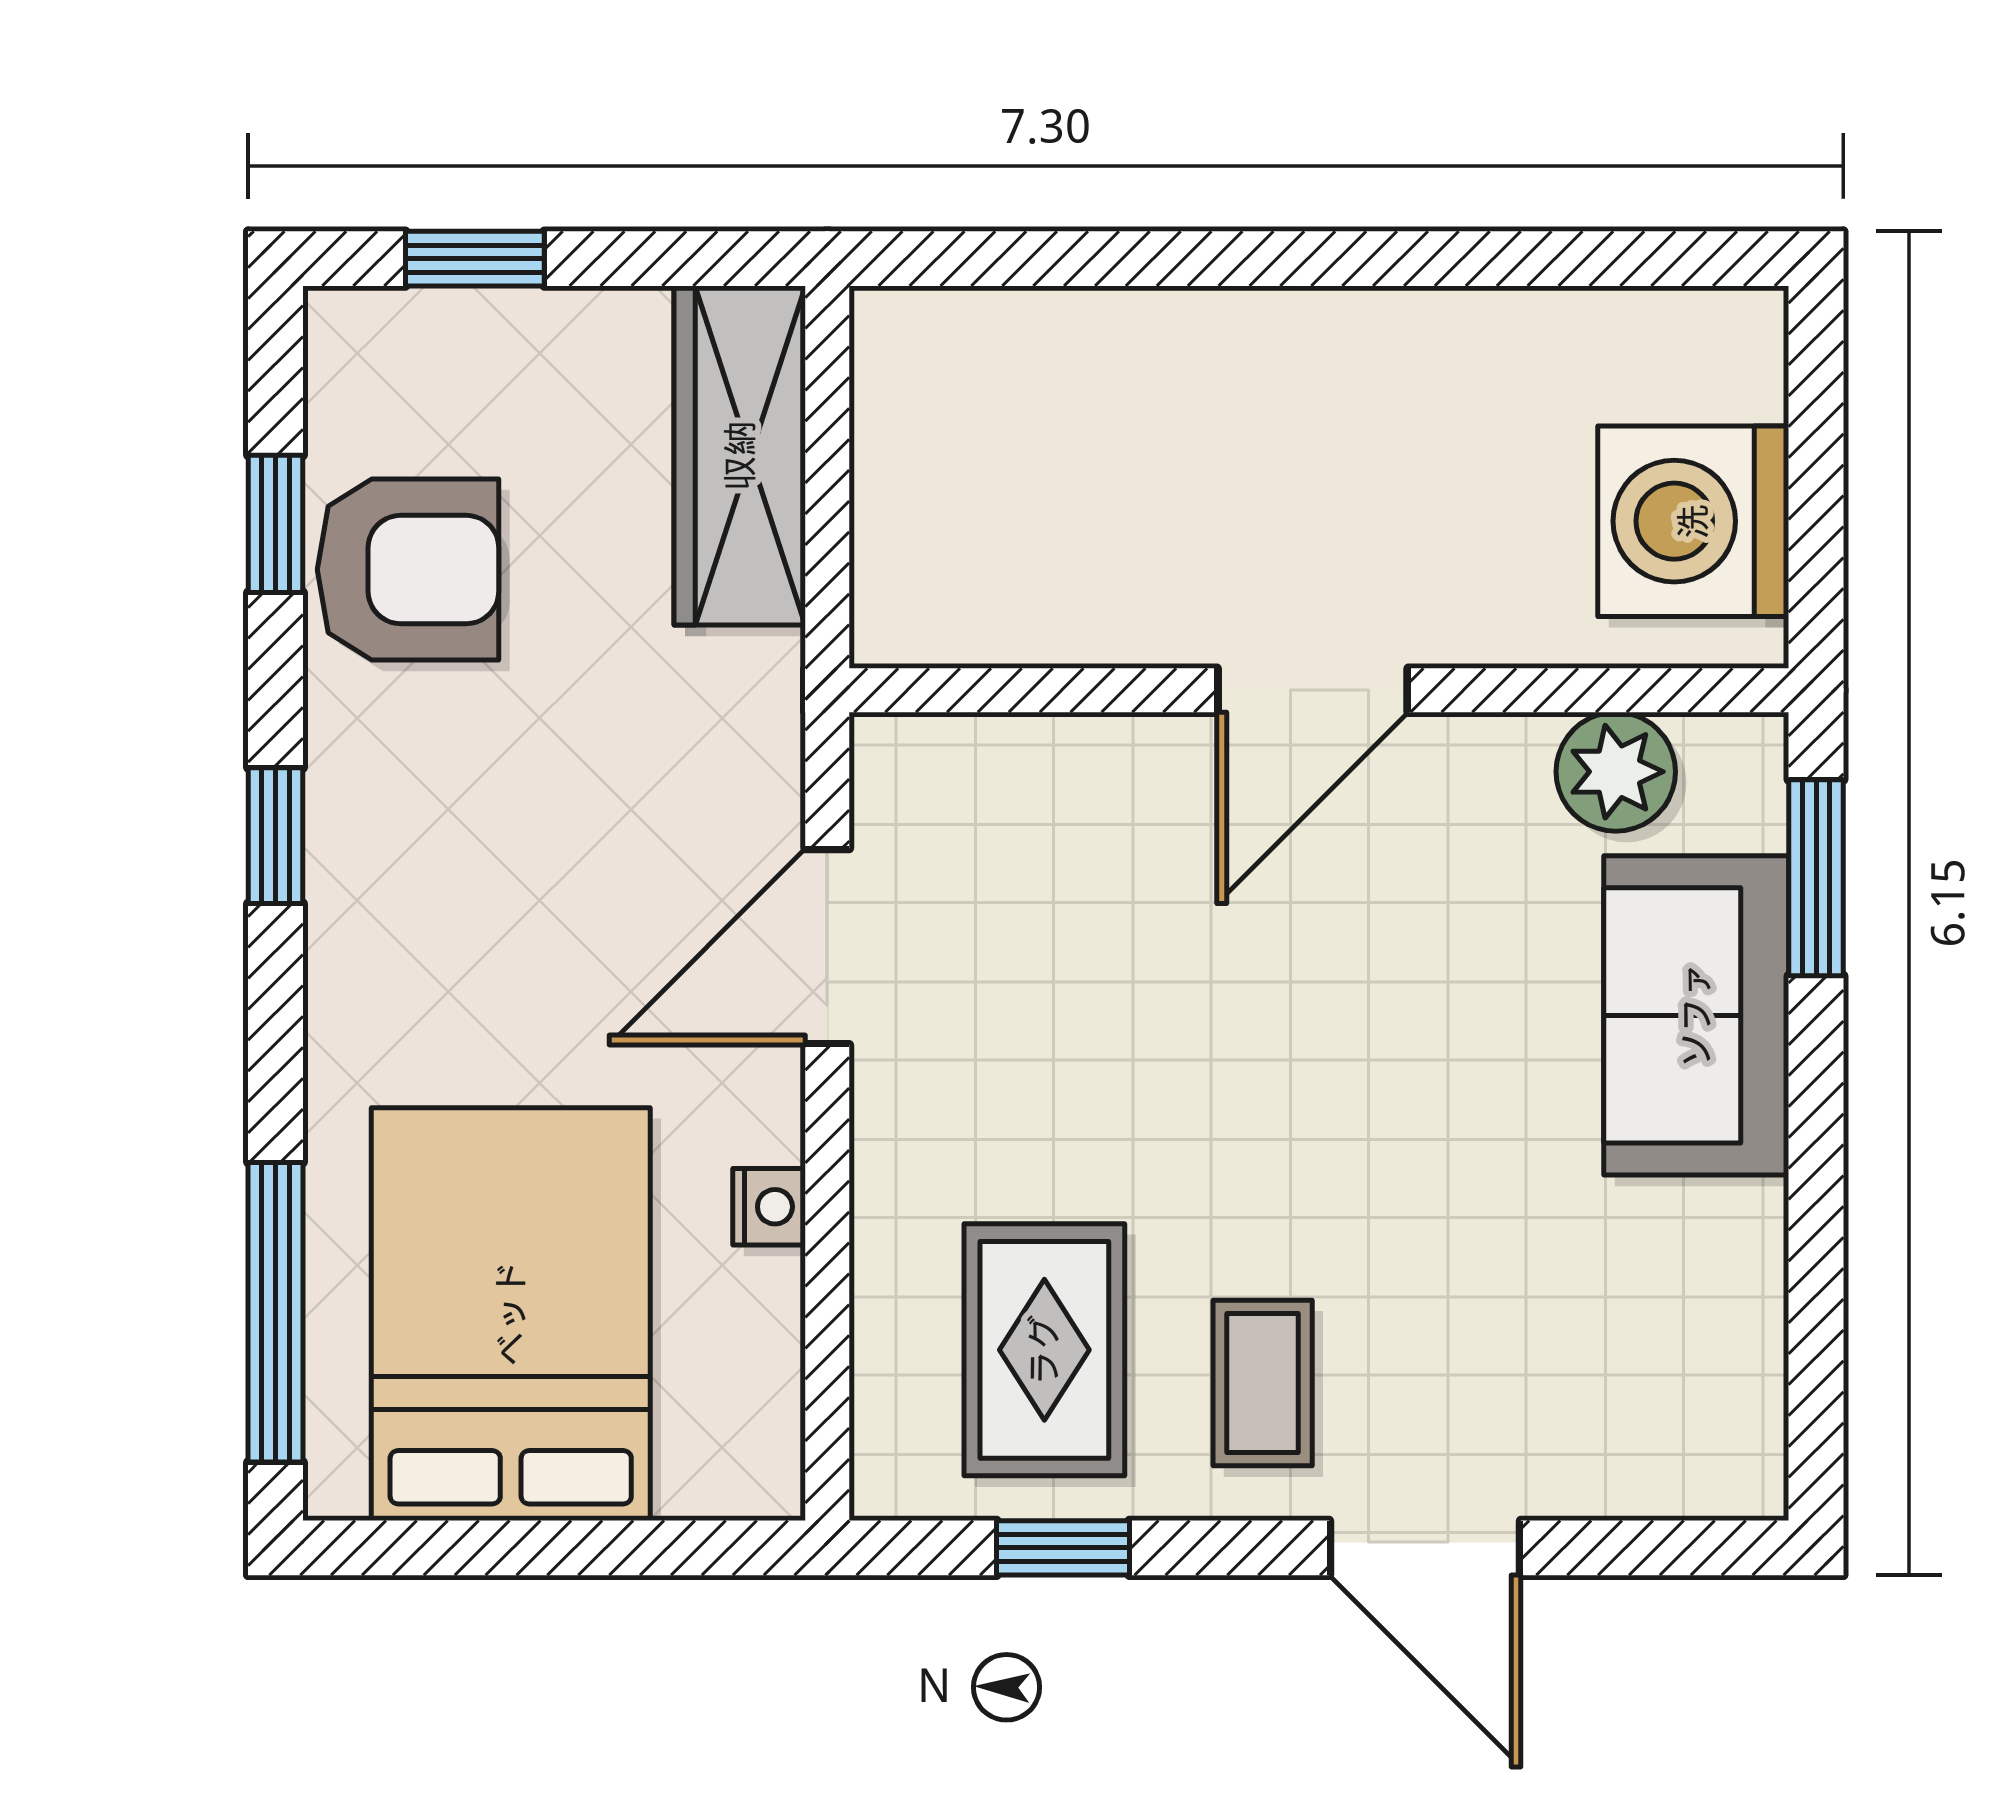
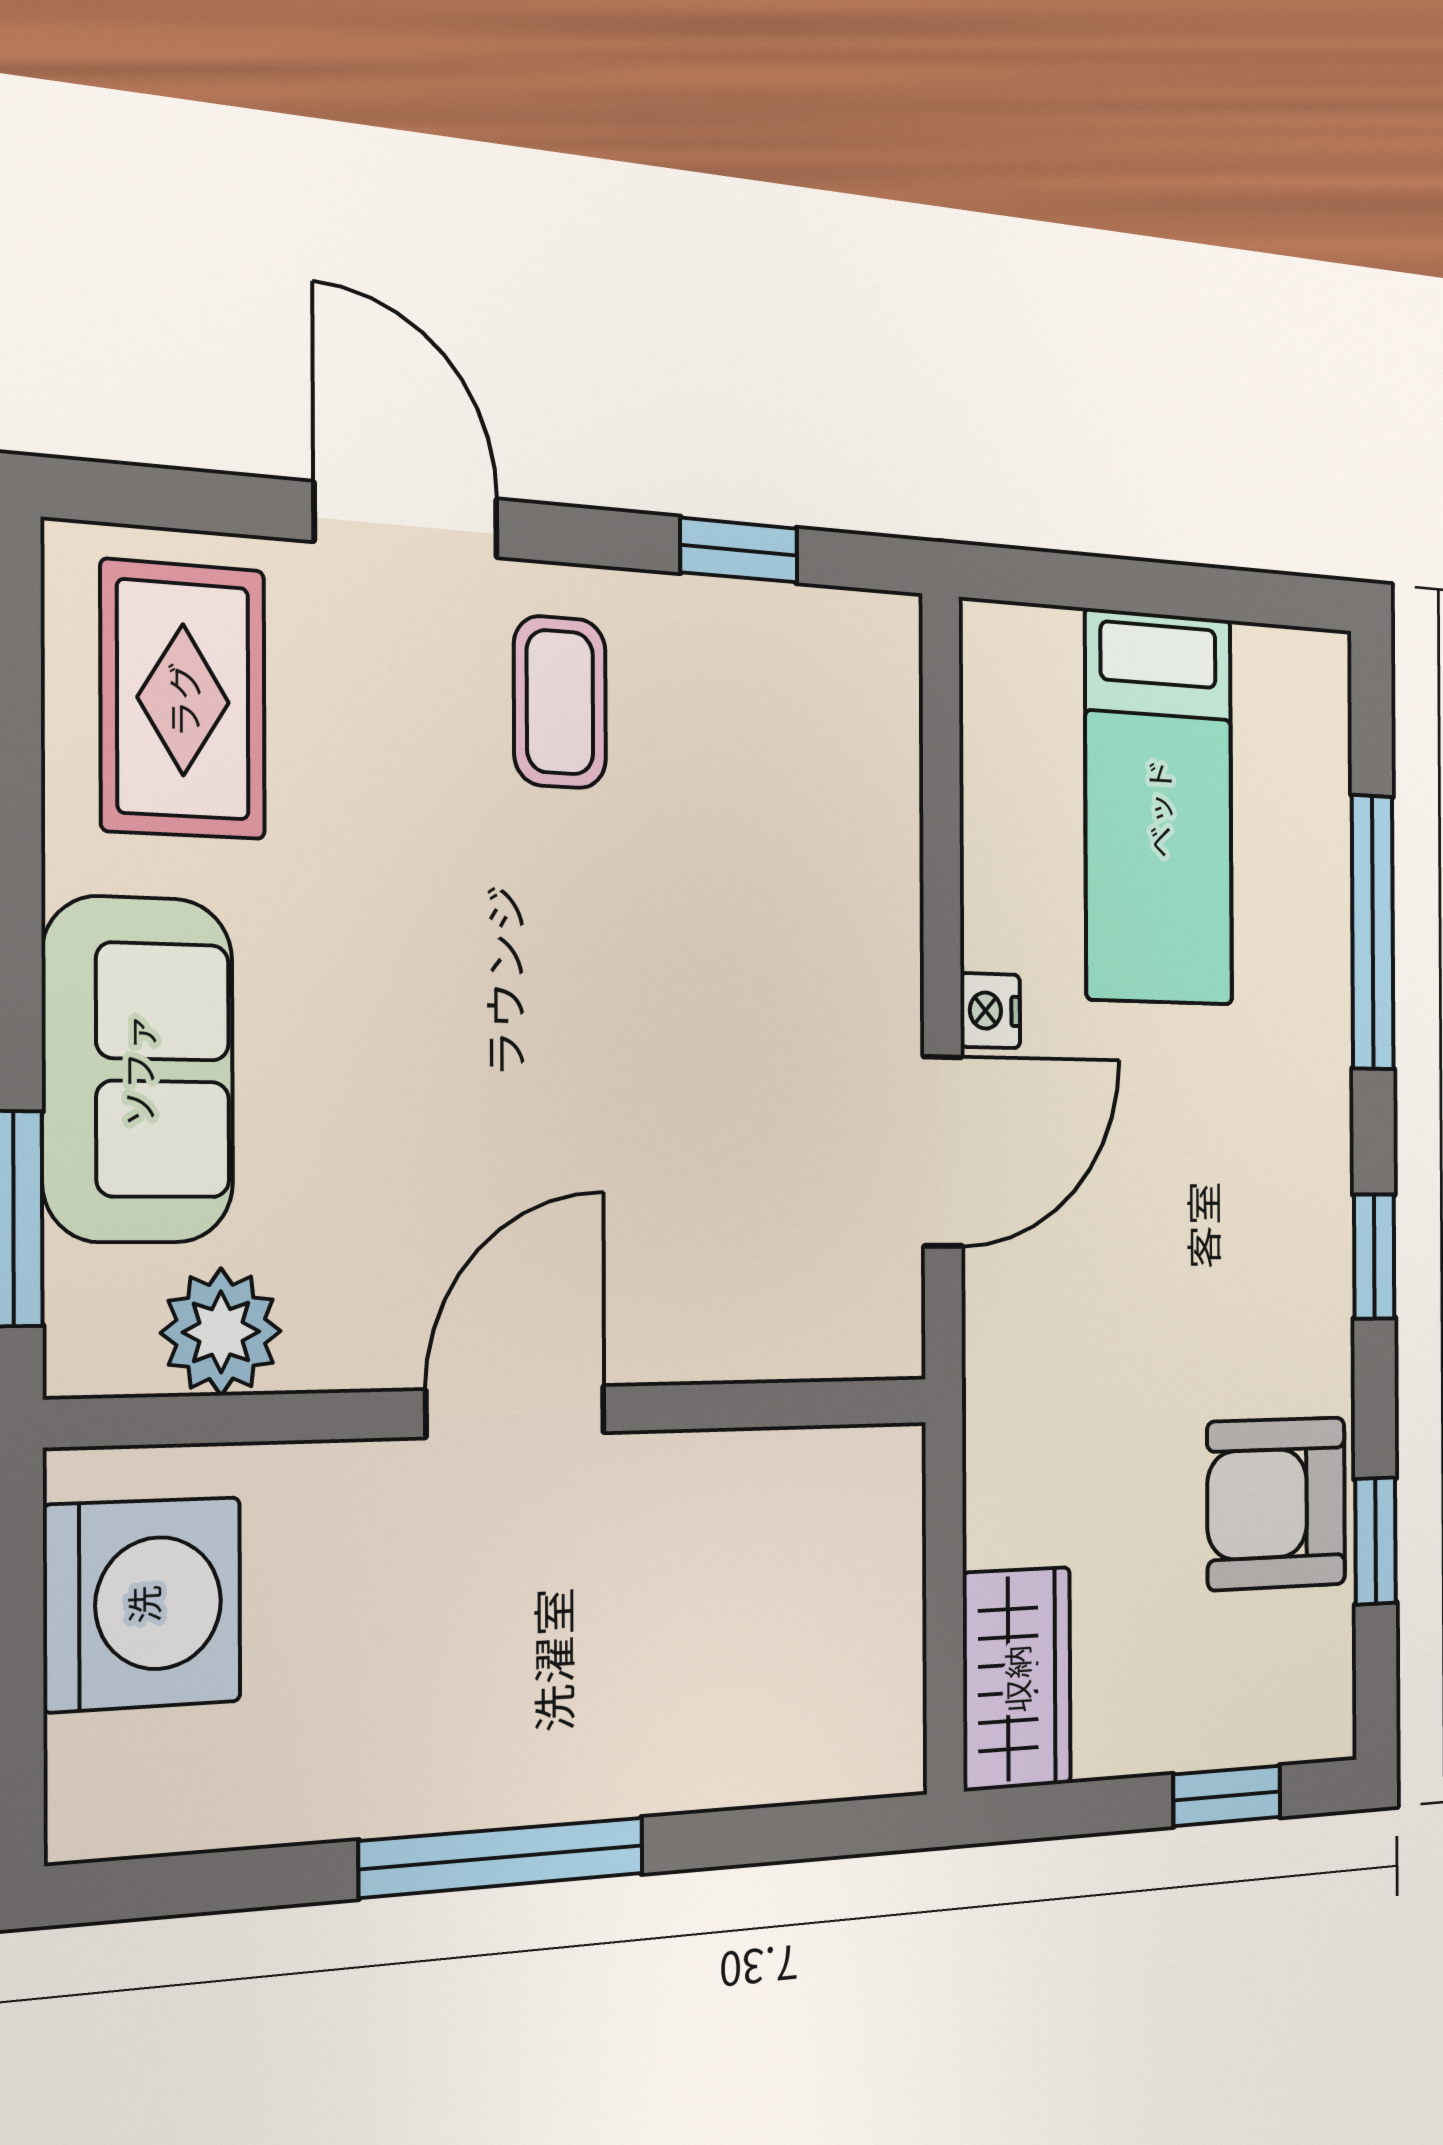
window: (1328, 259) -> (503, 1857), added
wardrobe: (740, 456) -> (1017, 1679), width x0.67
nightstand: (769, 1207) -> (990, 1011), moved
window: (275, 1312) -> (1373, 932), moved
bed: (511, 1314) -> (1159, 808), width x0.67
rug: (1044, 1350) -> (183, 700), moved

